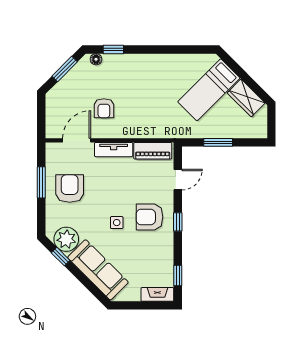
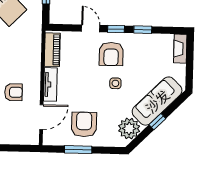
door: (77, 140) -> (41, 117), swing flipped
door: (178, 180) -> (91, 28), moved
armchair: (70, 189) -> (84, 124), turned 90
window: (61, 257) -> (157, 122), moved
window: (178, 275) -> (143, 30), moved

